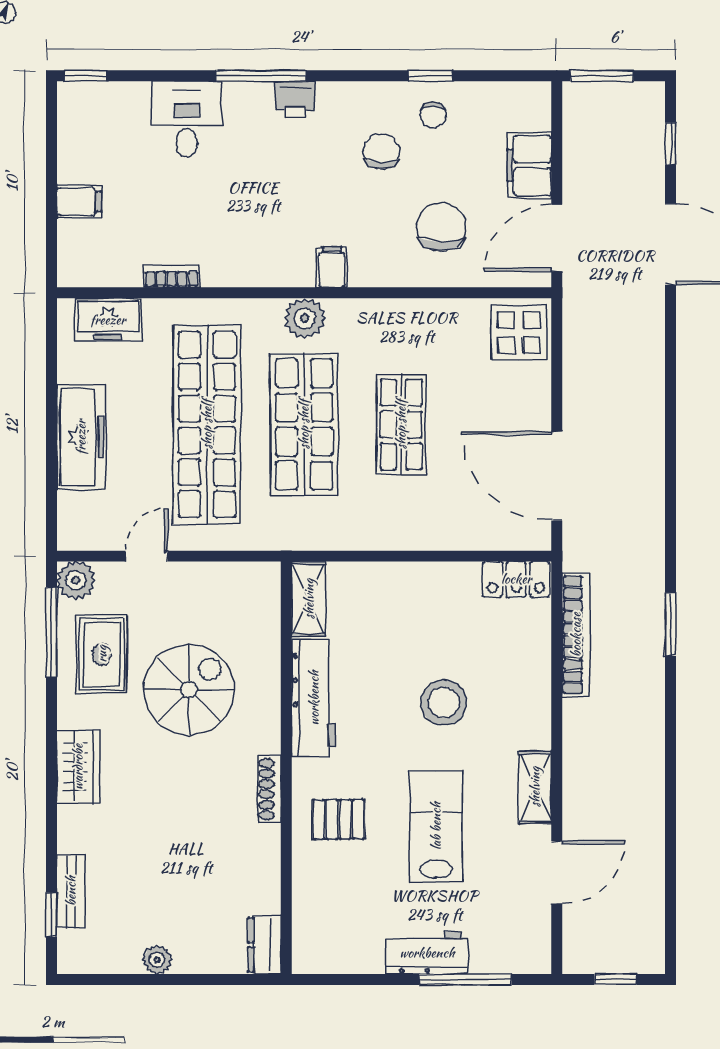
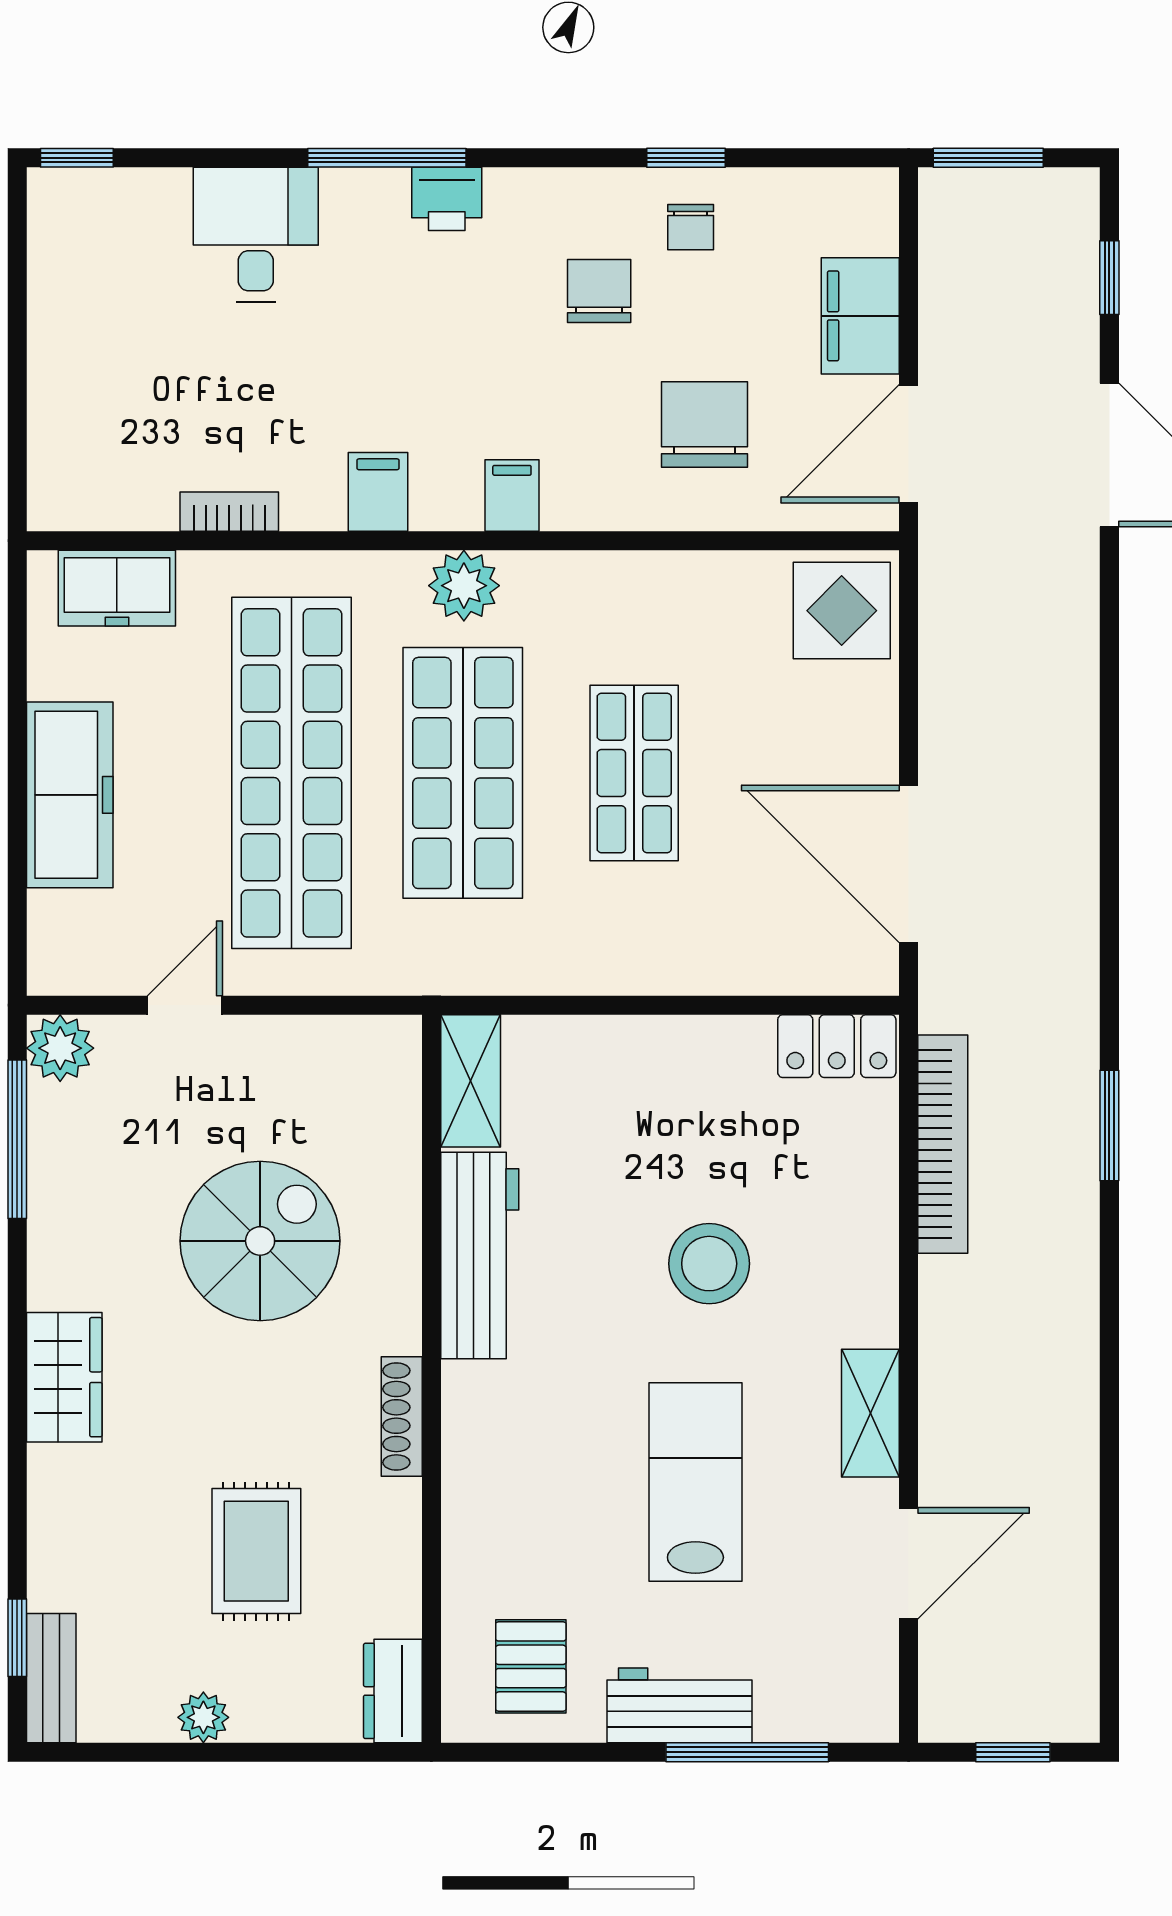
filing cabinet: (79, 201) -> (378, 492), moved, turned -90
rug: (102, 654) -> (256, 1551), moved
pallet: (339, 819) -> (531, 1666), moved, turned 90
bench: (71, 891) -> (51, 1678), moved

